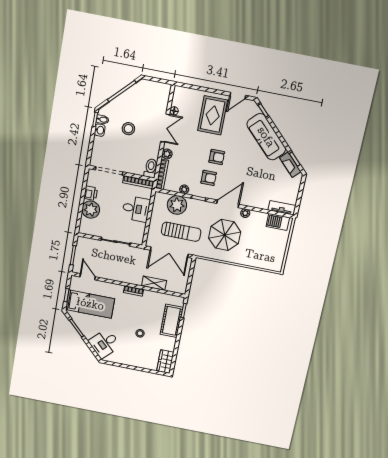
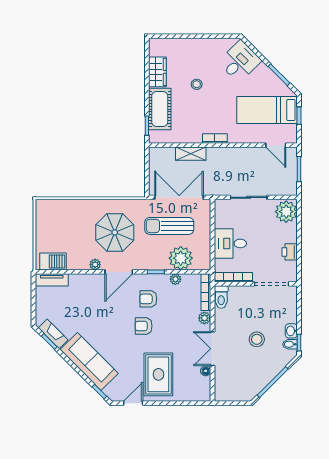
plant: (91, 210) -> (286, 212), moved
wardrobe: (165, 362) -> (157, 72), moved

